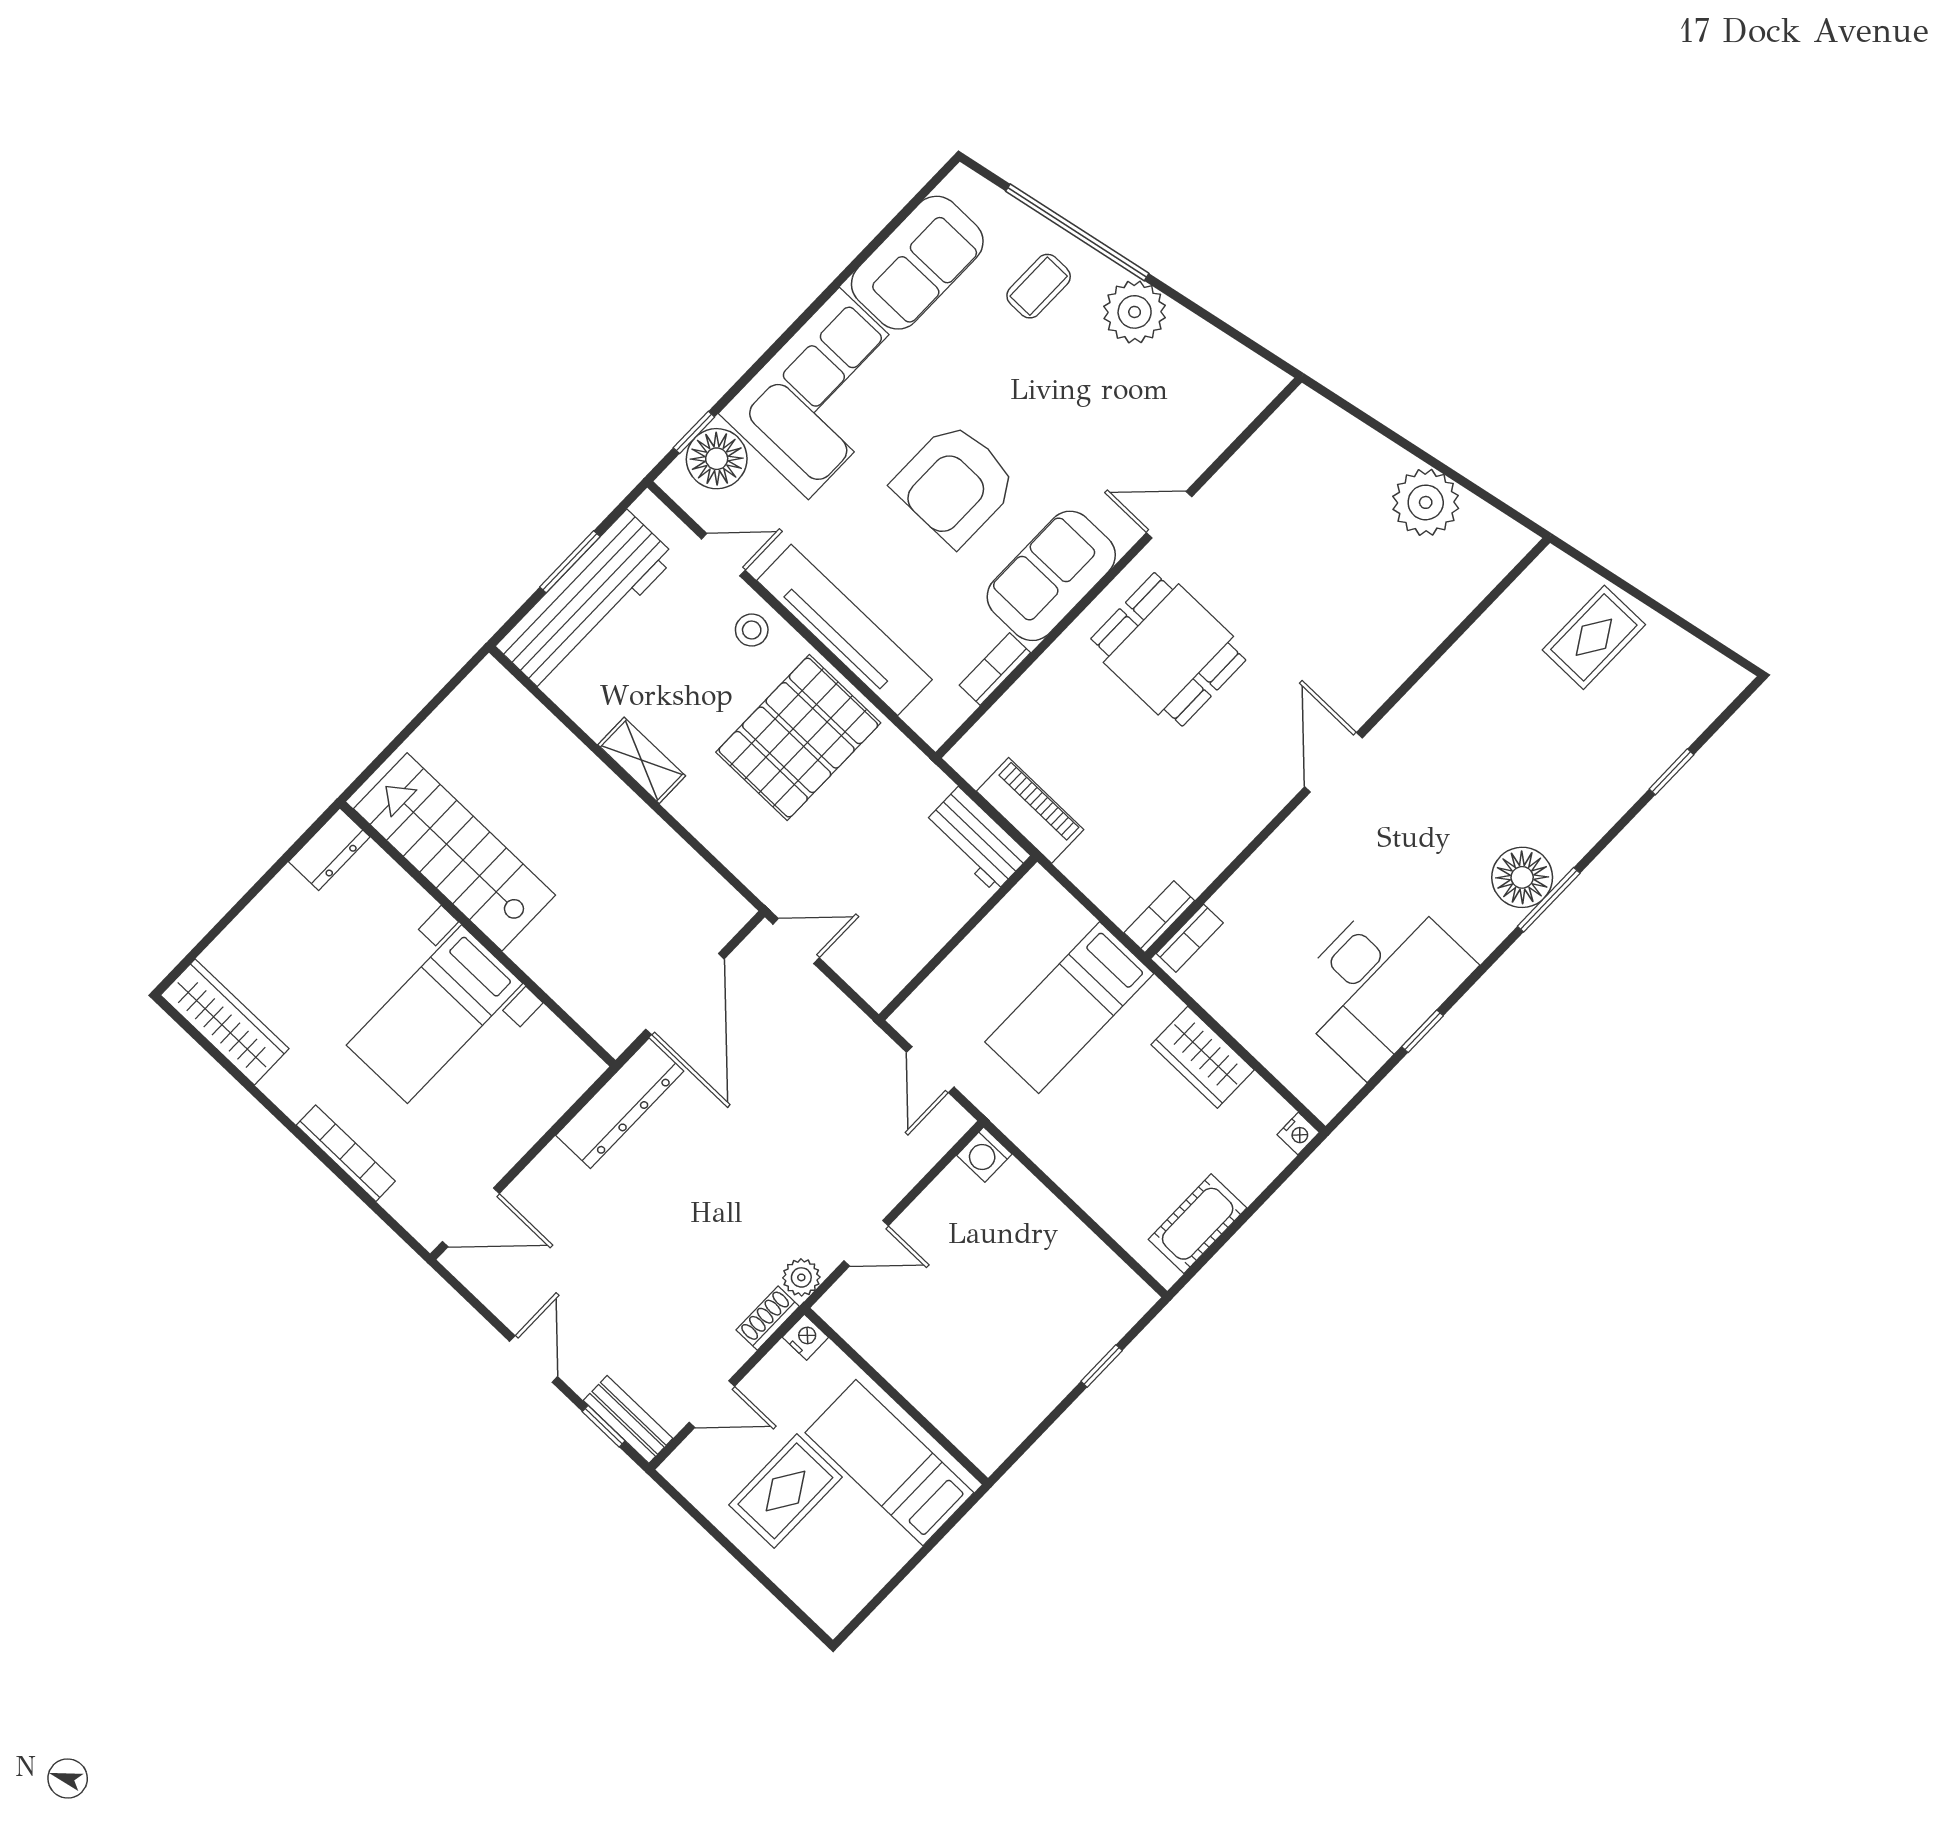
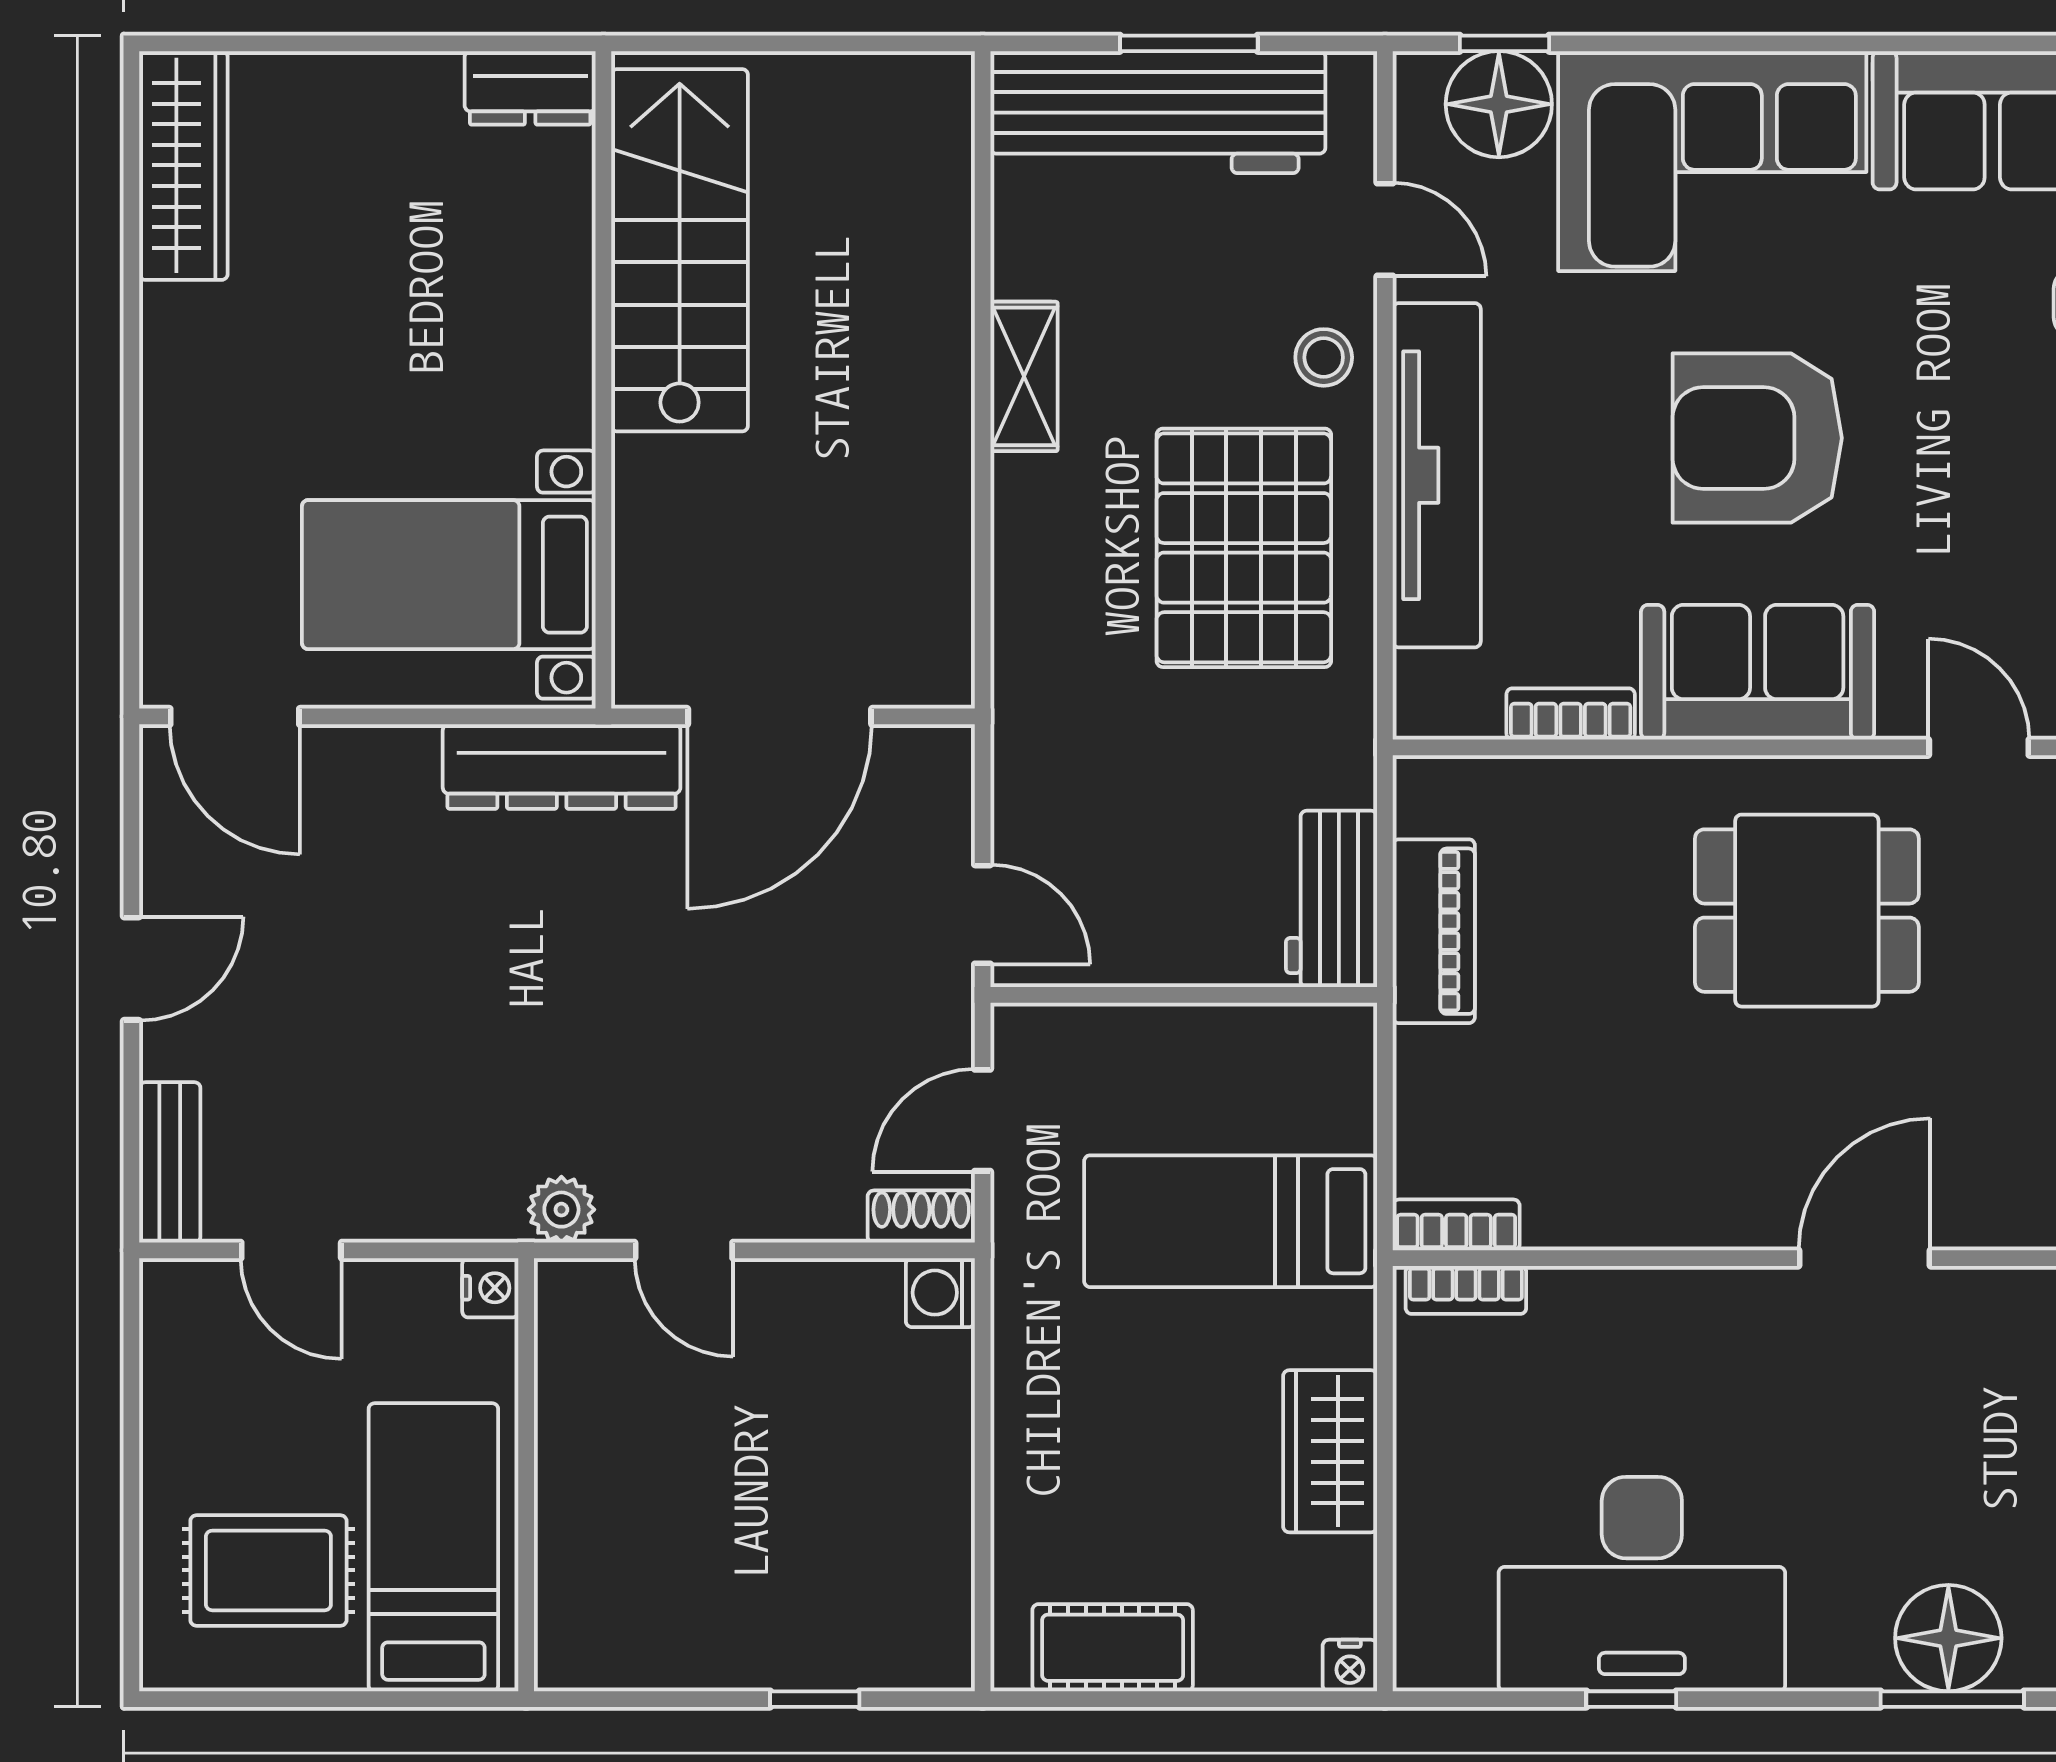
dining table: (1168, 649) -> (1807, 911), turned 90
pallet: (798, 738) -> (1244, 548), turned 90
door: (796, 941) -> (983, 914), moved
bed with nightstands: (434, 1014) -> (449, 575), moved
bookcase: (346, 1153) -> (164, 479), removed
shoe rack: (768, 1318) -> (921, 1217), moved
window: (604, 1426) -> (131, 1140), removed
rug: (785, 1491) -> (268, 1570), moved

